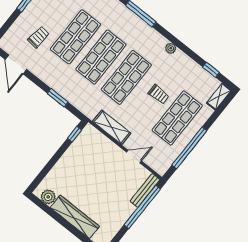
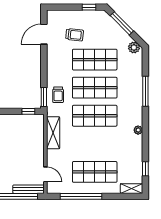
trolley: (159, 94) -> (58, 95), moved
window: (58, 98) -> (44, 97), moved
door: (134, 157) -> (45, 174), moved

